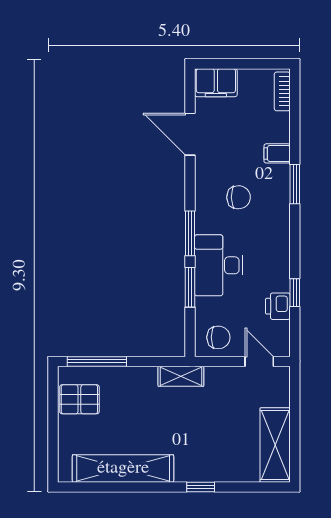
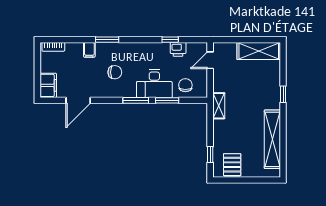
chair: (239, 197) -> (115, 72), turned 91
chair: (218, 337) -> (185, 85), moved
window: (97, 361) -> (210, 155), width x0.46

